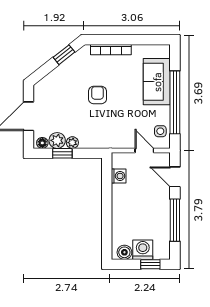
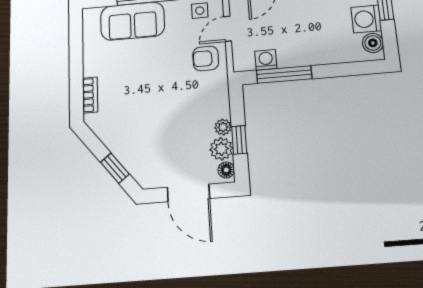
bookcase: (111, 50) -> (90, 95), width x0.64
window: (64, 55) -> (115, 168), moved
armchair: (97, 95) -> (206, 58), moved
window: (107, 188) -> (284, 74), added

